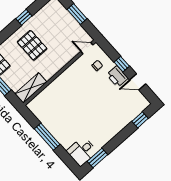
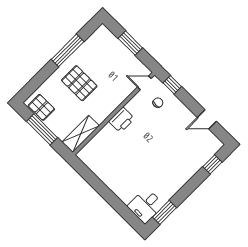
window: (24, 17) -> (68, 50), width x2.17
window: (122, 64) -> (172, 85), moved
printer: (117, 76) -> (122, 120), moved, turned -90
window: (47, 137) -> (103, 190), removed

